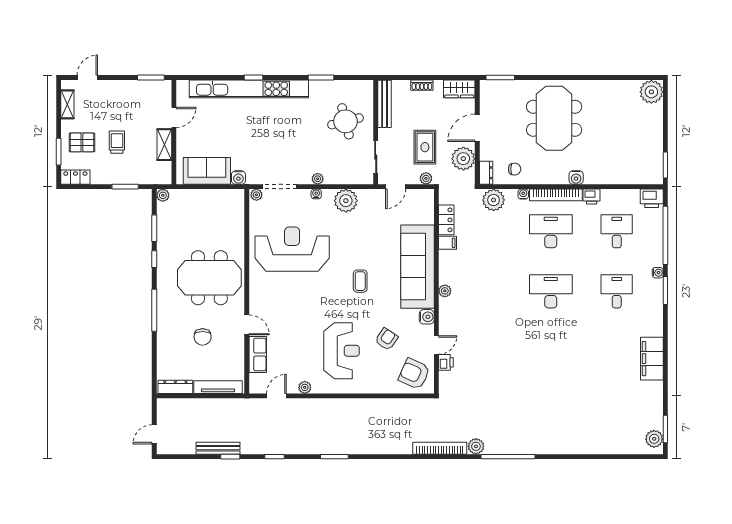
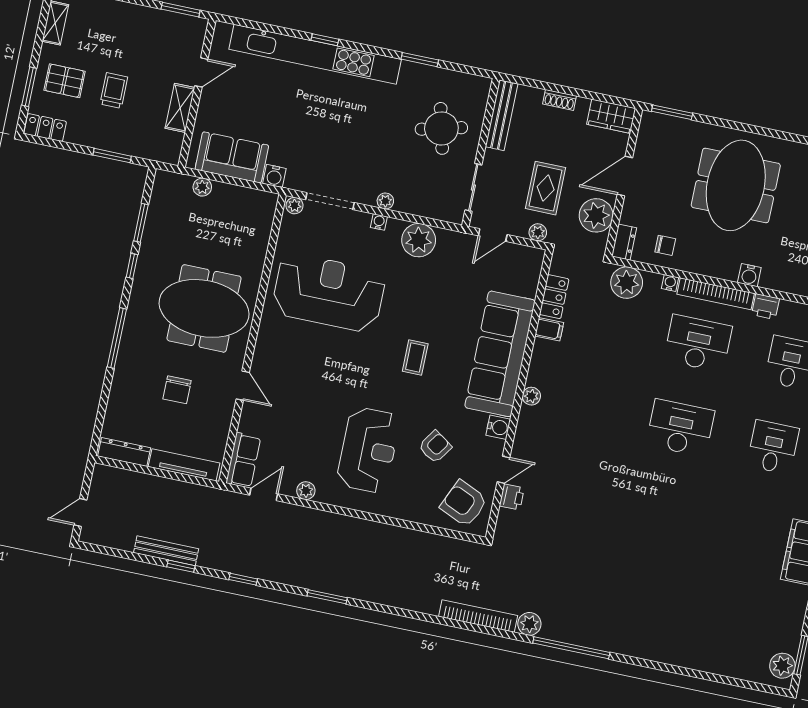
plant: (163, 195) -> (202, 187), moved
row of seats: (258, 355) -> (243, 460), moved

